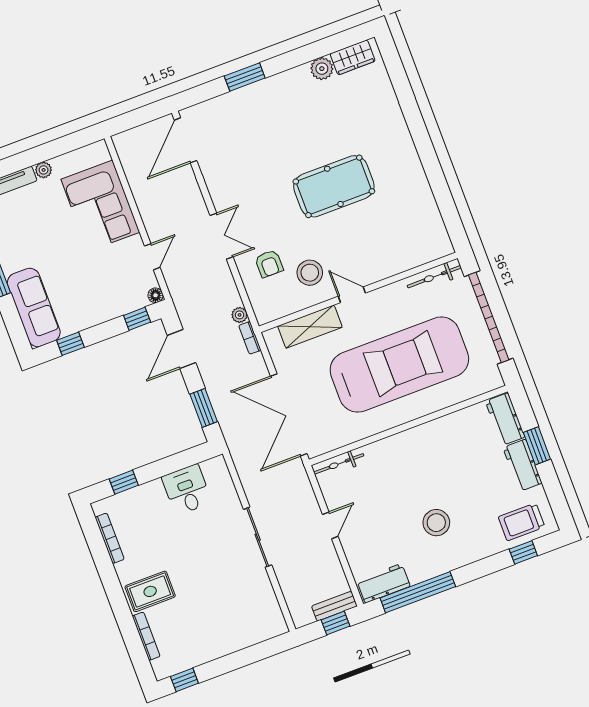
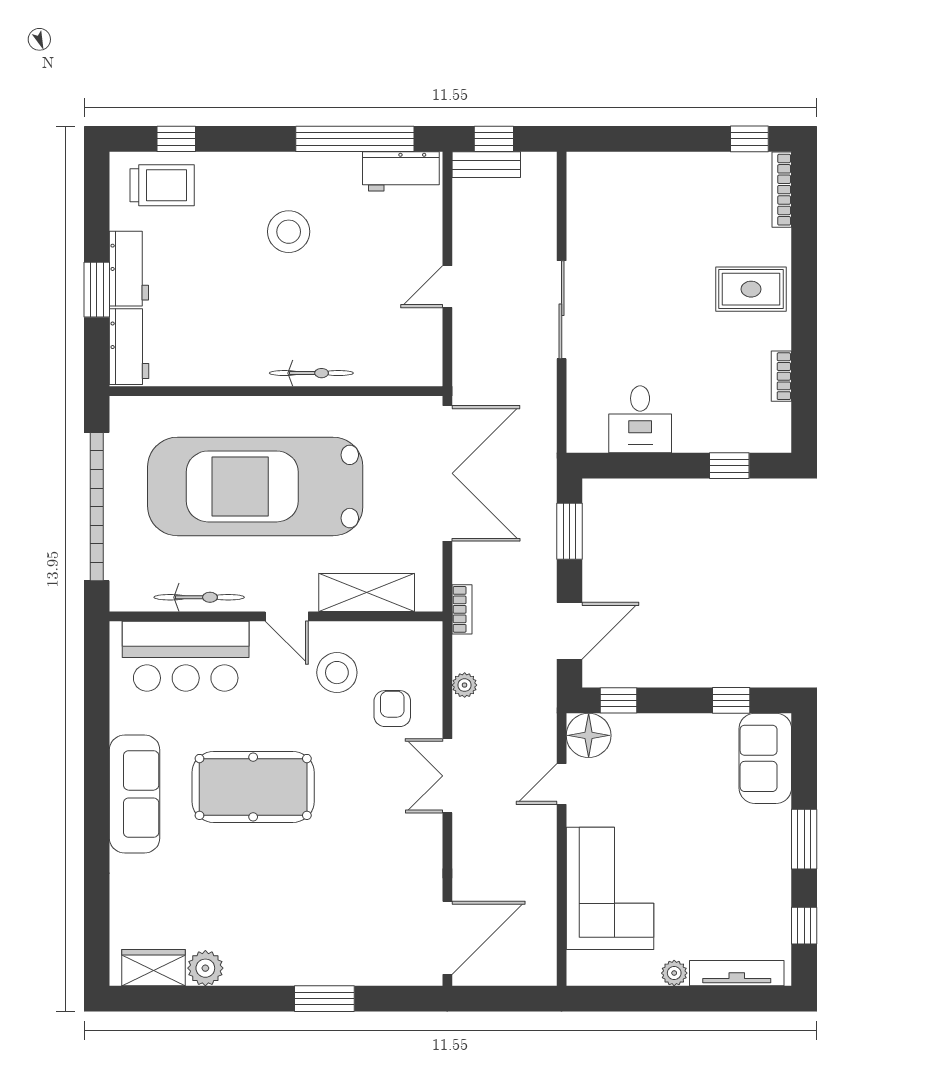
sofa: (402, 156) -> (135, 794), added
bar counter: (403, 249) -> (186, 656), added
bicycle: (434, 277) -> (199, 597), moved
floor lamp: (156, 295) -> (589, 735), width x1.89, depth x1.89
sofa: (34, 307) -> (765, 758), width x0.73
plant: (240, 315) -> (465, 685), moved
bicycle: (339, 464) -> (311, 373), moved
bookcase: (110, 538) -> (781, 376), width x0.64
bookcase: (146, 636) -> (782, 190), moved

